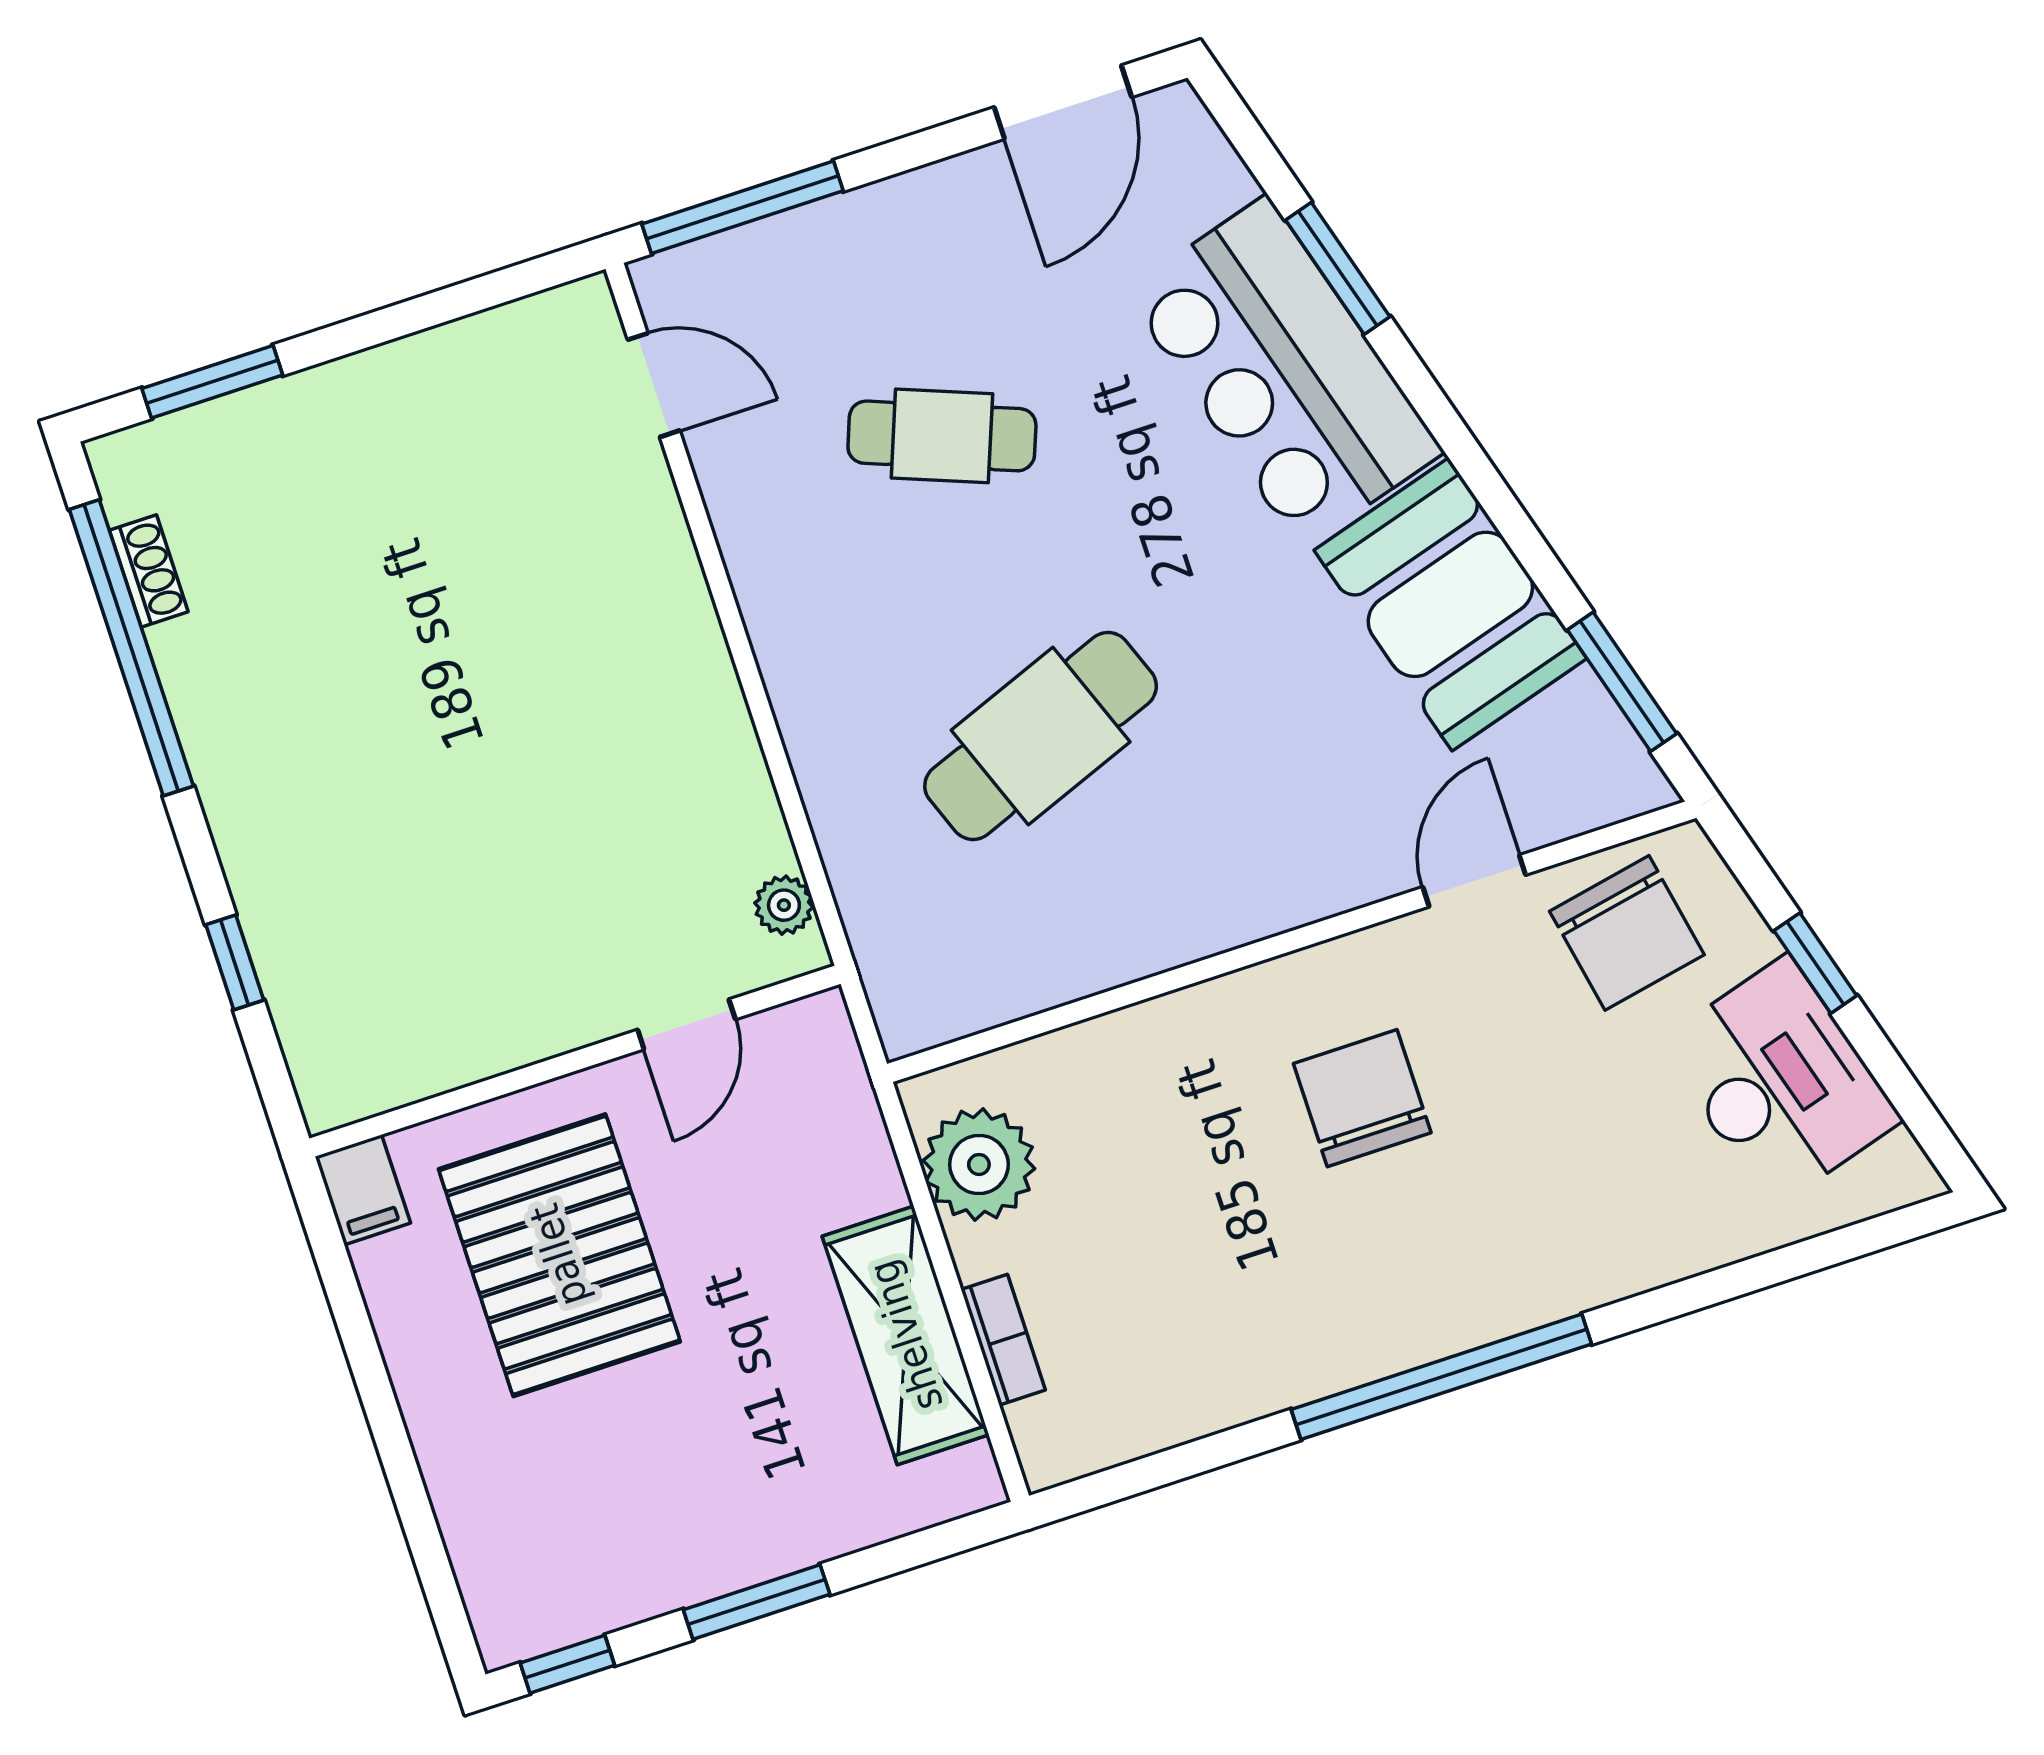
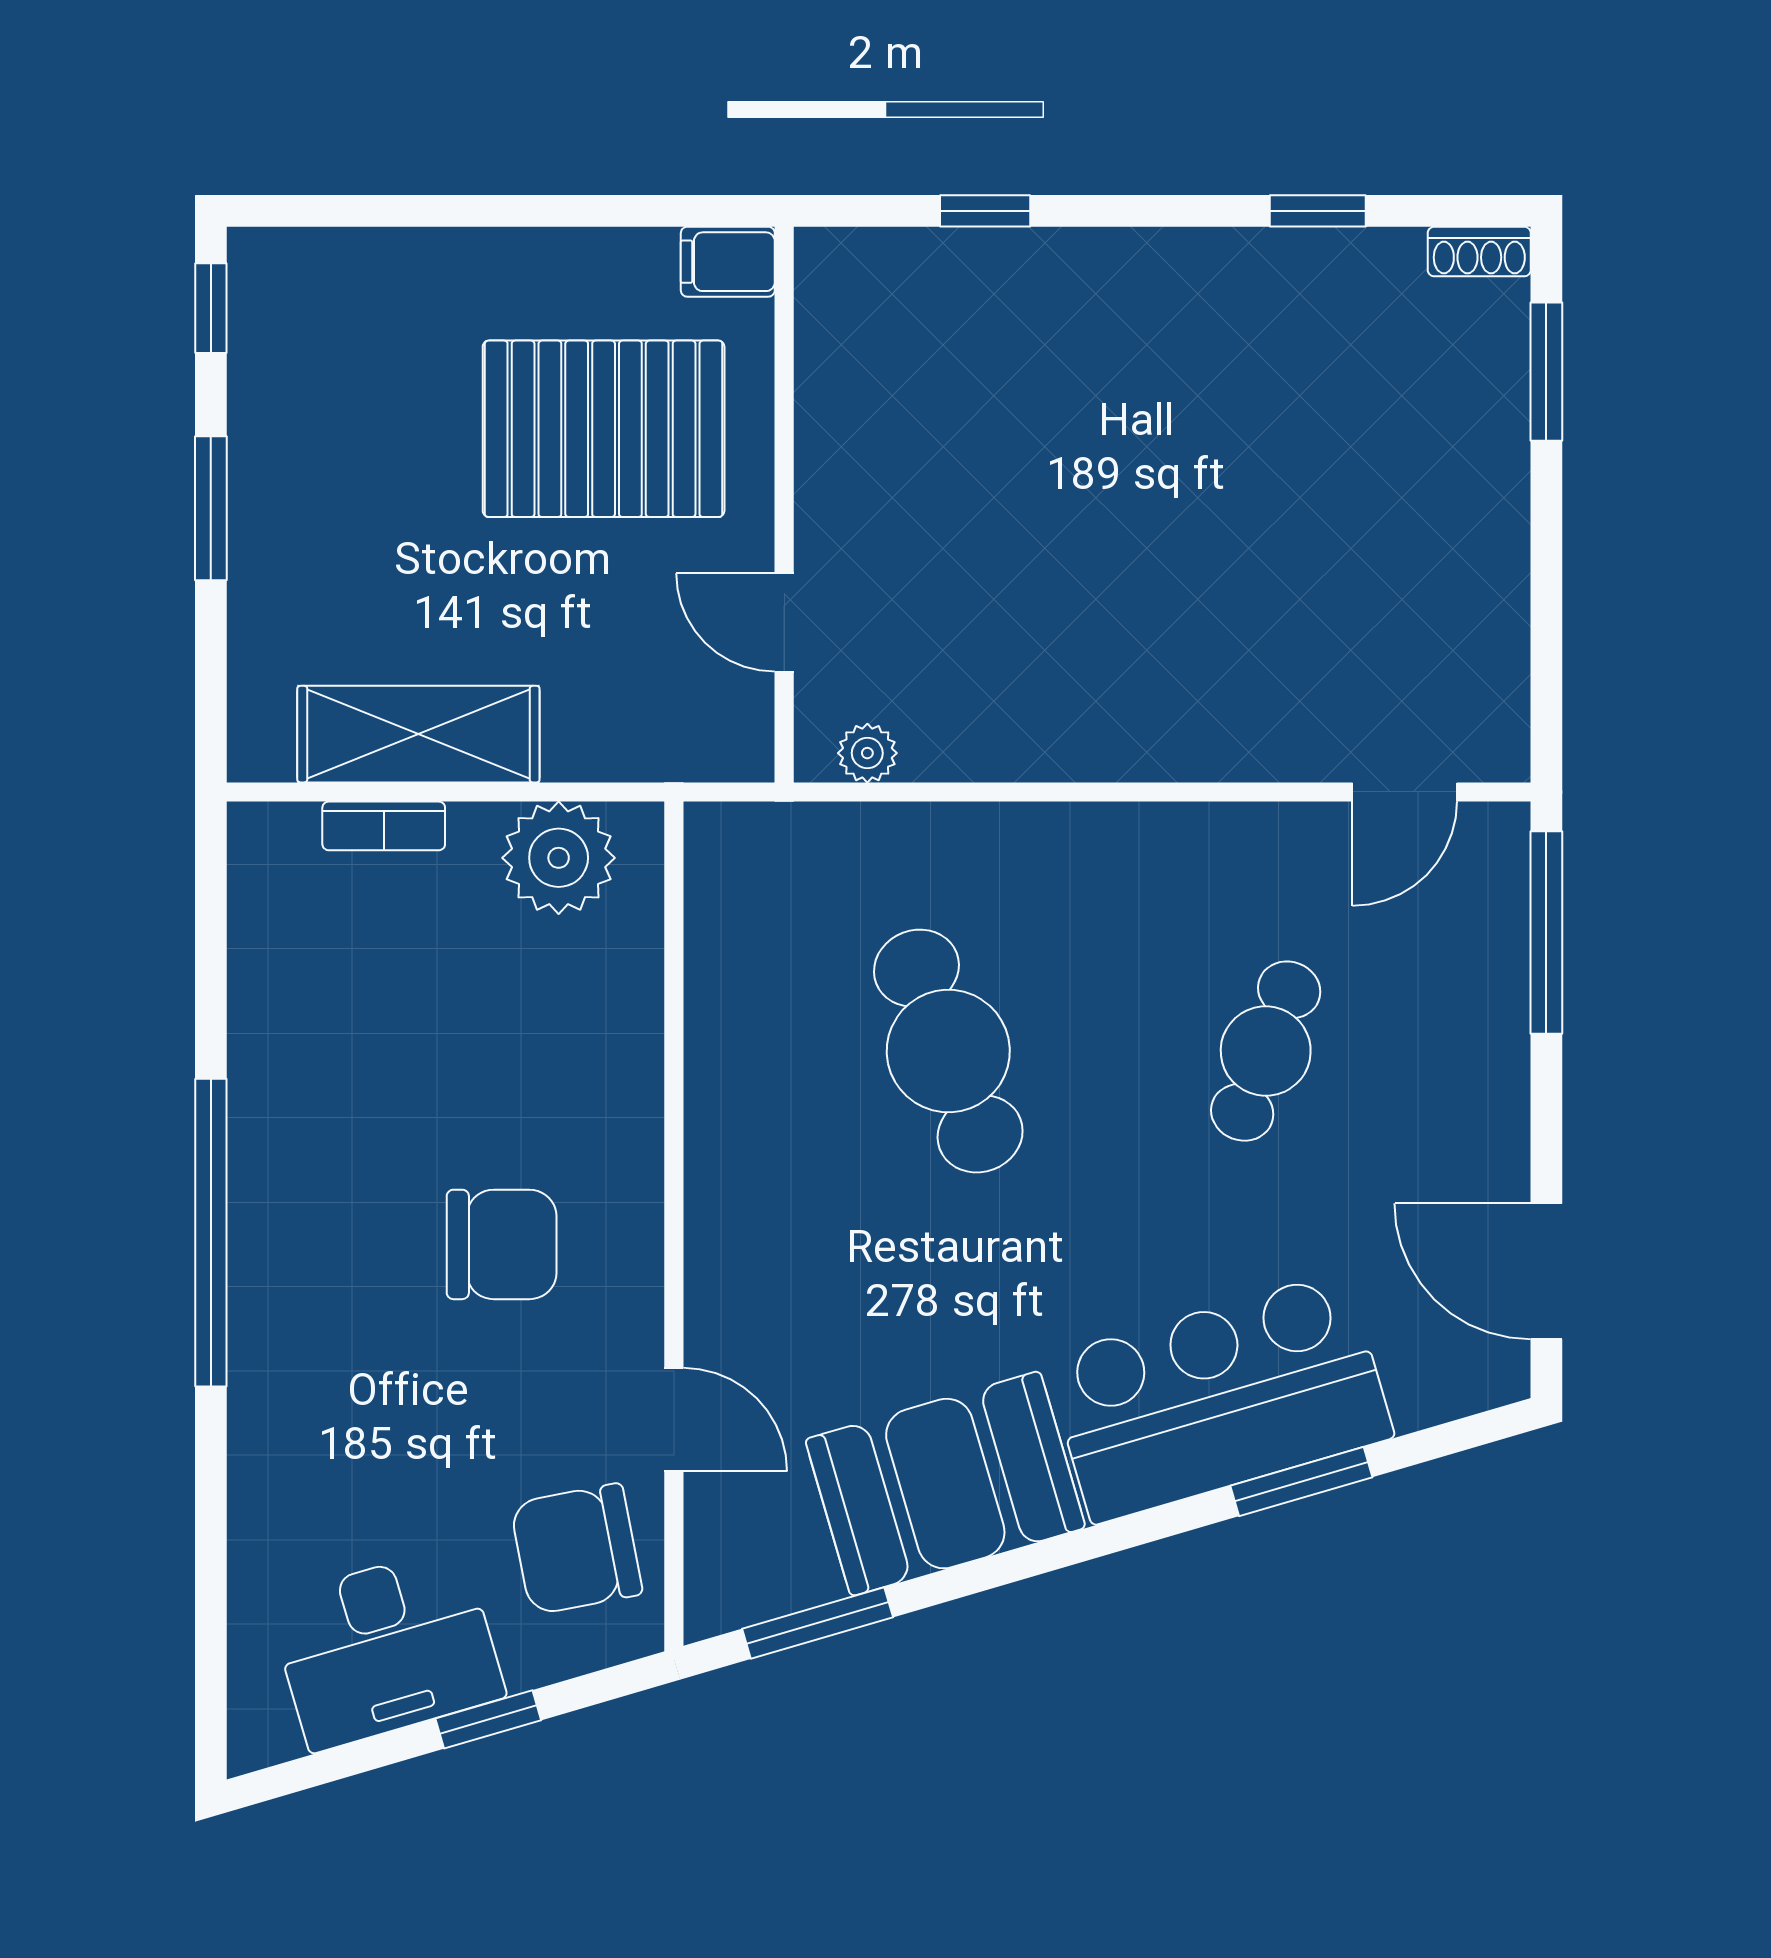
shoe rack: (149, 571) -> (1479, 252), moved
window: (131, 648) -> (1318, 211), width x0.32

